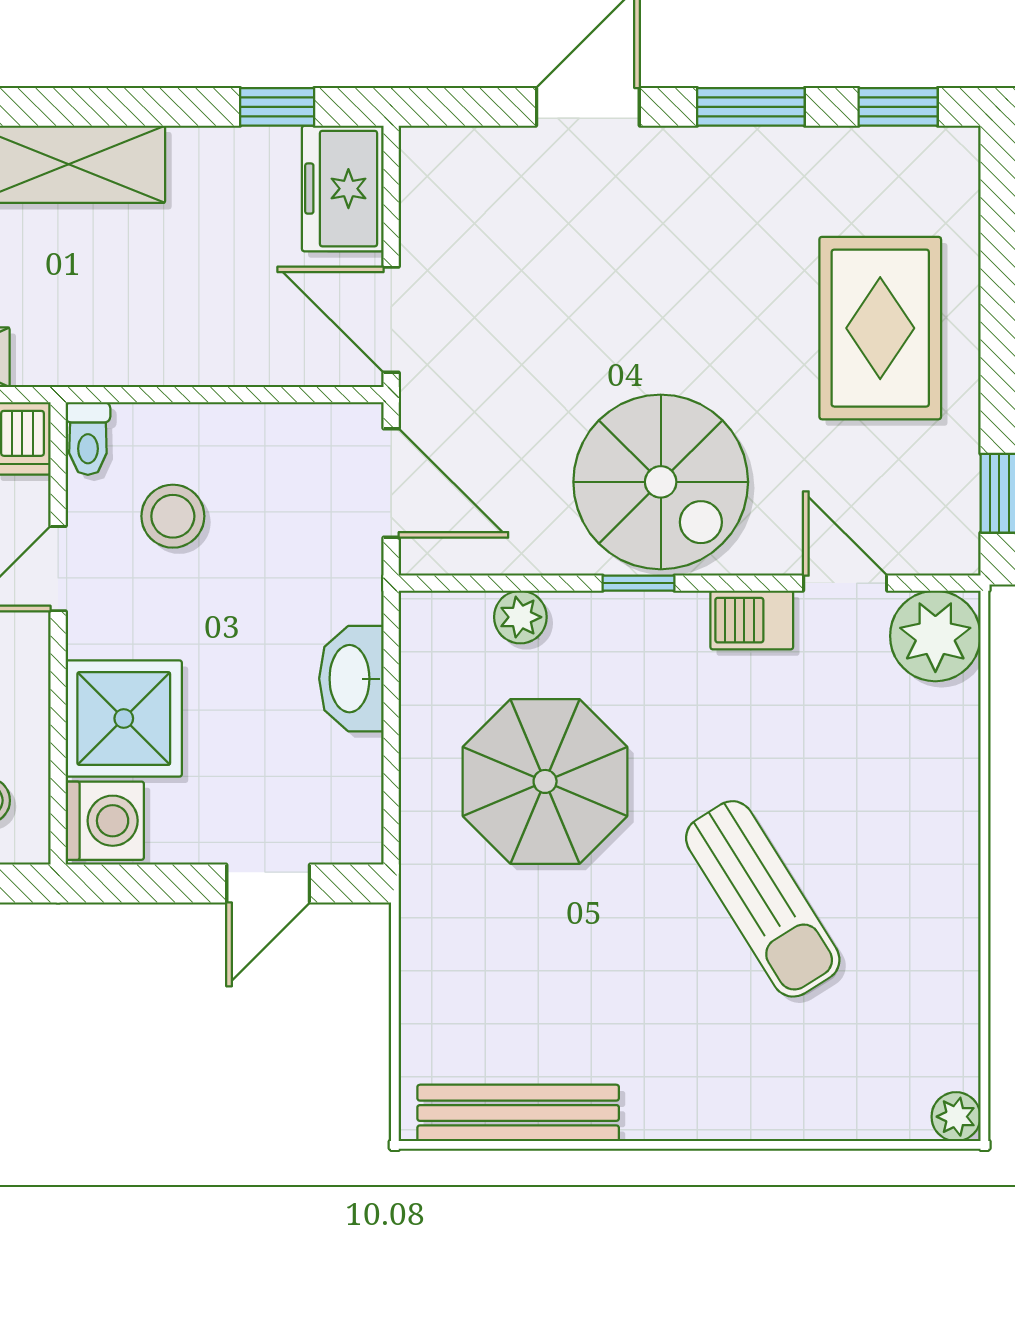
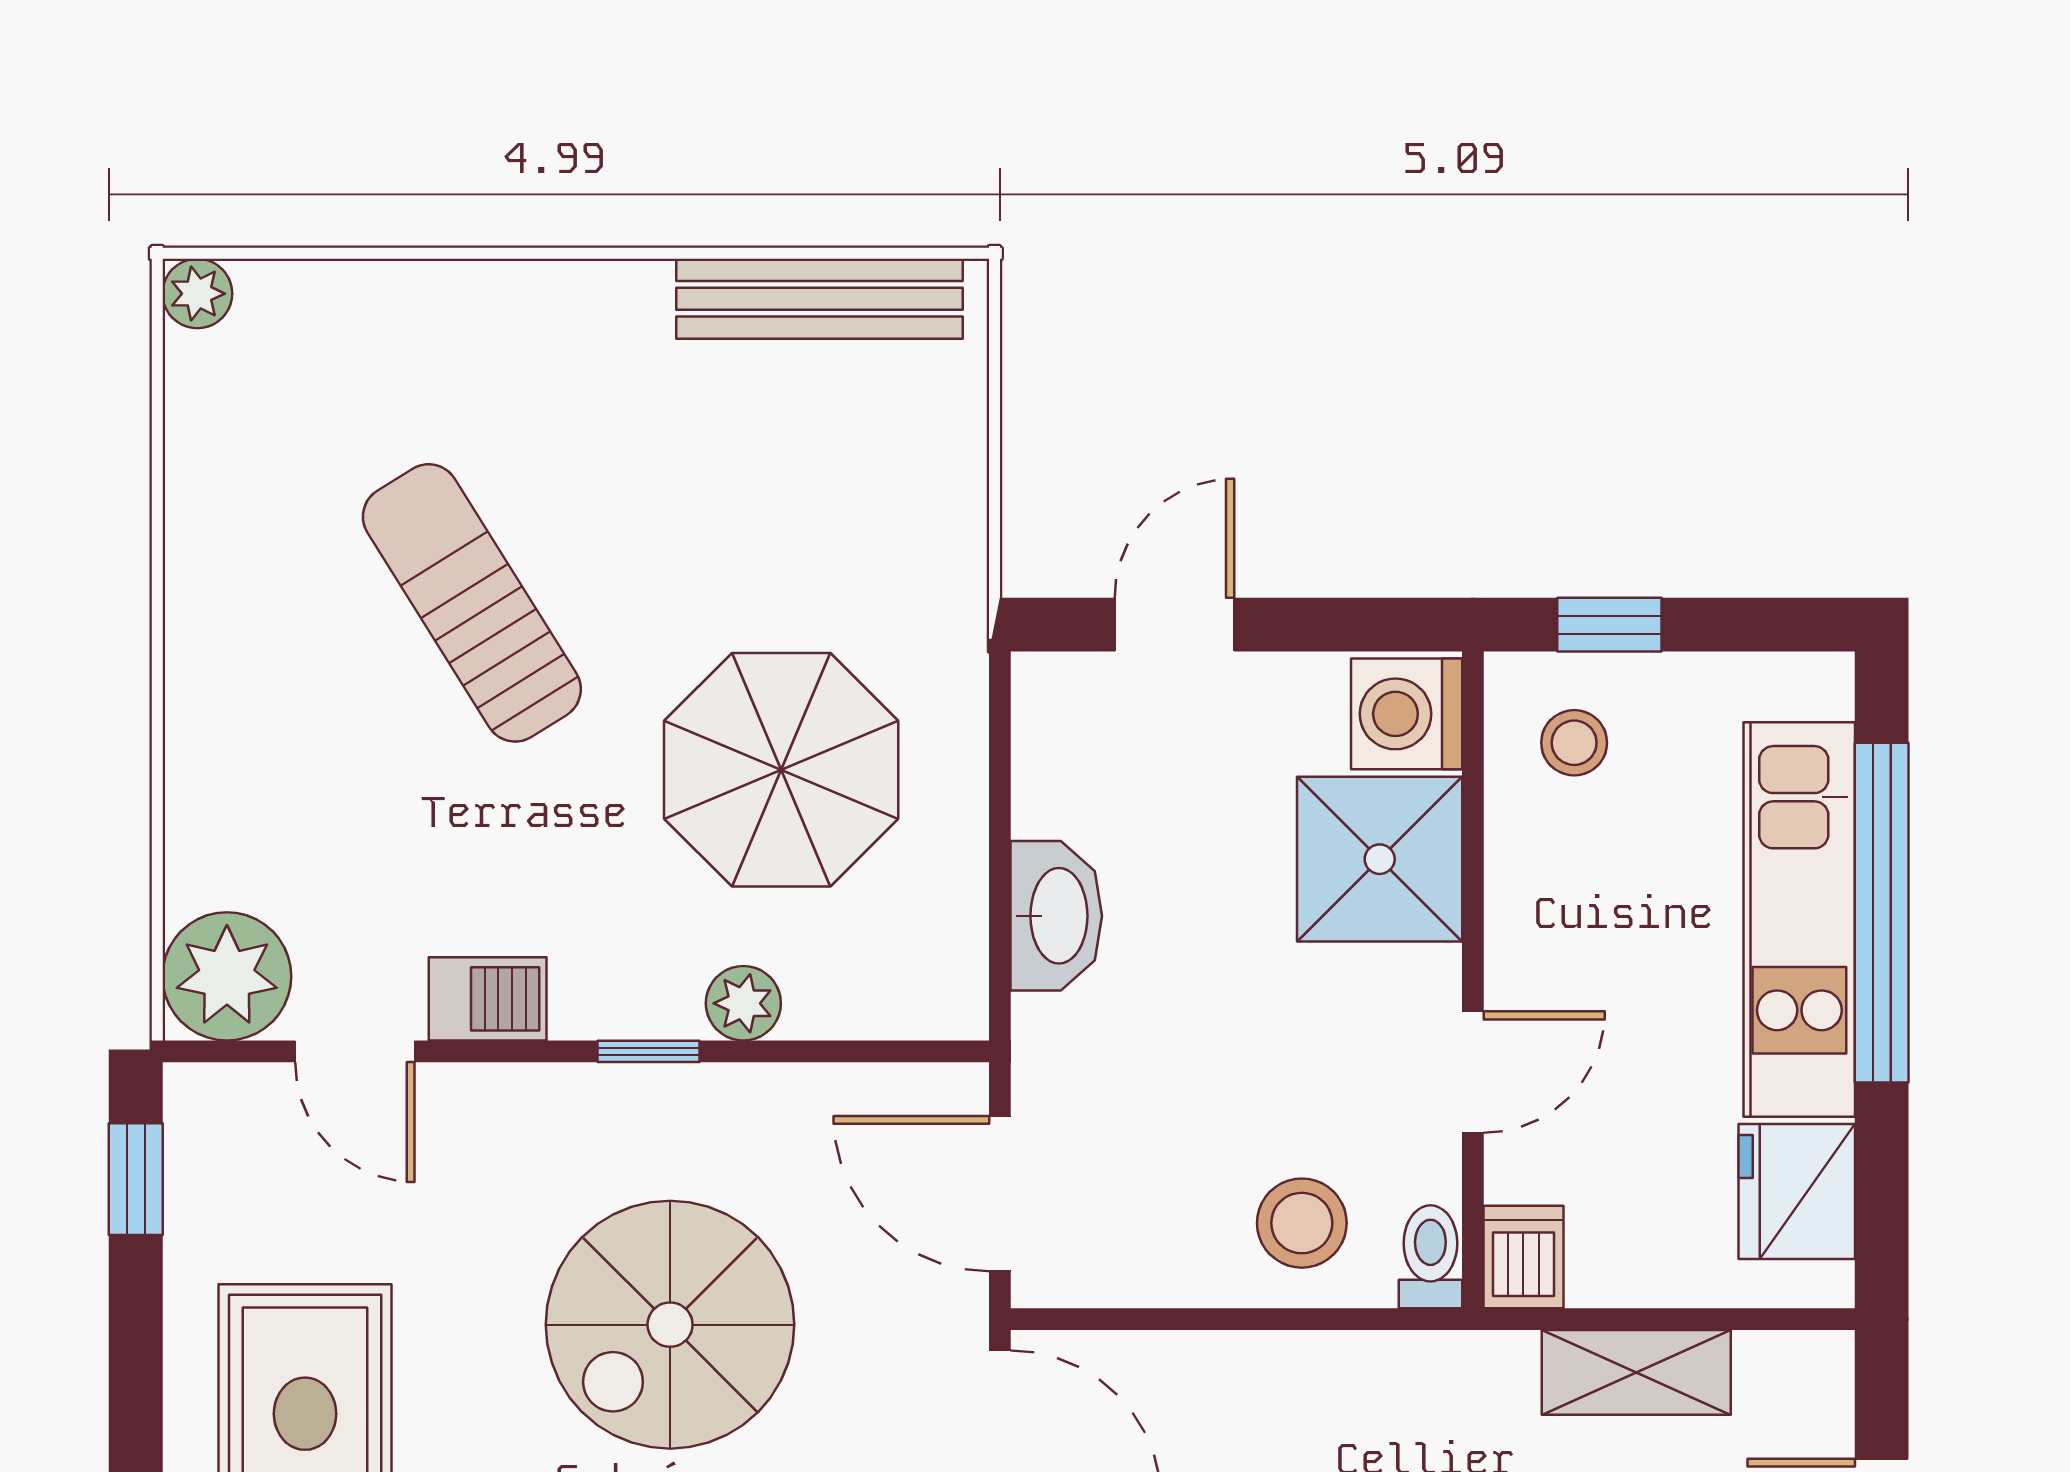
spiral stairs: (661, 482) -> (670, 1325), moved, turned -90
stool: (173, 516) -> (1302, 1223), moved
plant: (520, 617) -> (743, 1003), moved

